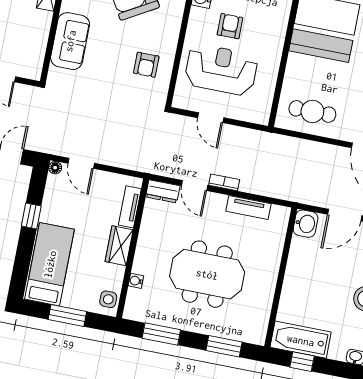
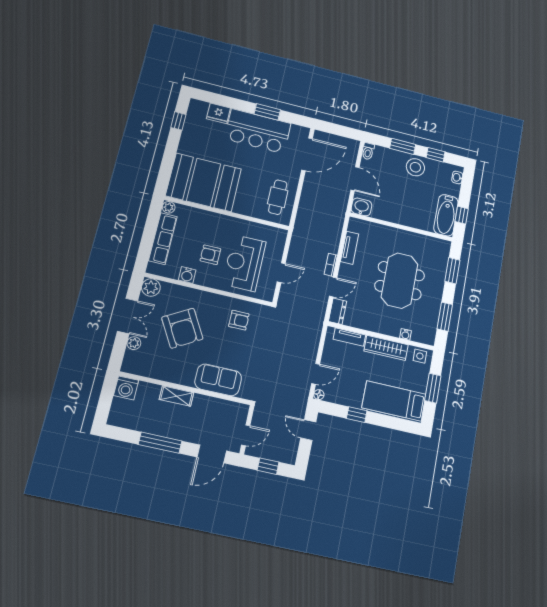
wardrobe: (119, 246) -> (386, 348), width x1.50

